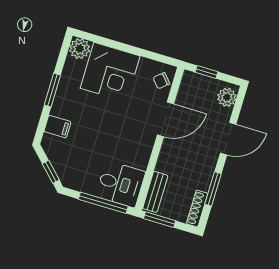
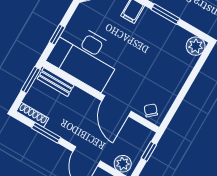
corner desk: (110, 72) -> (169, 68), removed
desk: (121, 184) -> (85, 56), width x1.87, depth x1.30
window: (103, 203) -> (57, 35), width x0.46

